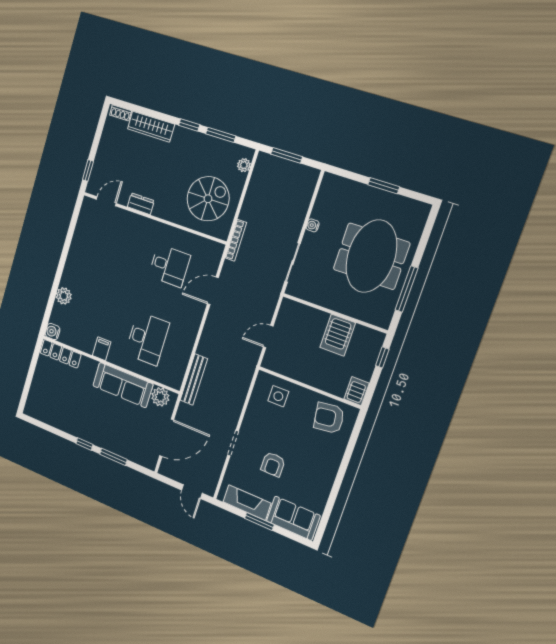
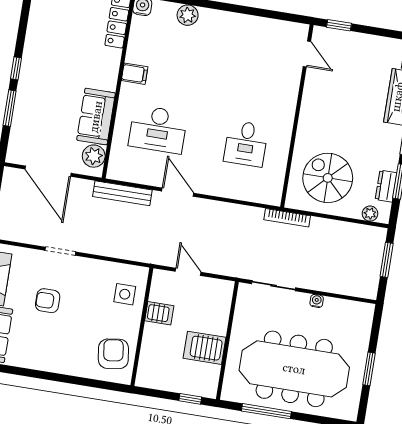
spiral stairs: (208, 199) -> (328, 178), turned 180
dresser: (141, 204) -> (386, 186), moved, turned 180
meeting table: (371, 256) -> (294, 369), width x1.36
door: (213, 291) -> (178, 192), moved
sofa: (123, 385) -> (96, 117), width x0.73
server rack: (357, 391) -> (159, 313), moved

